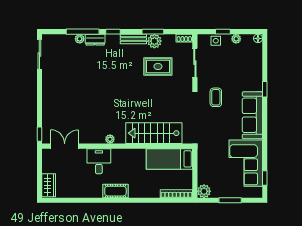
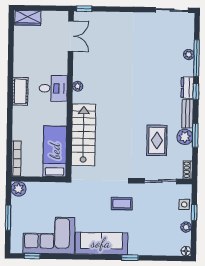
dresser: (95, 40) -> (187, 88), moved
desk: (99, 161) -> (53, 88), moved

